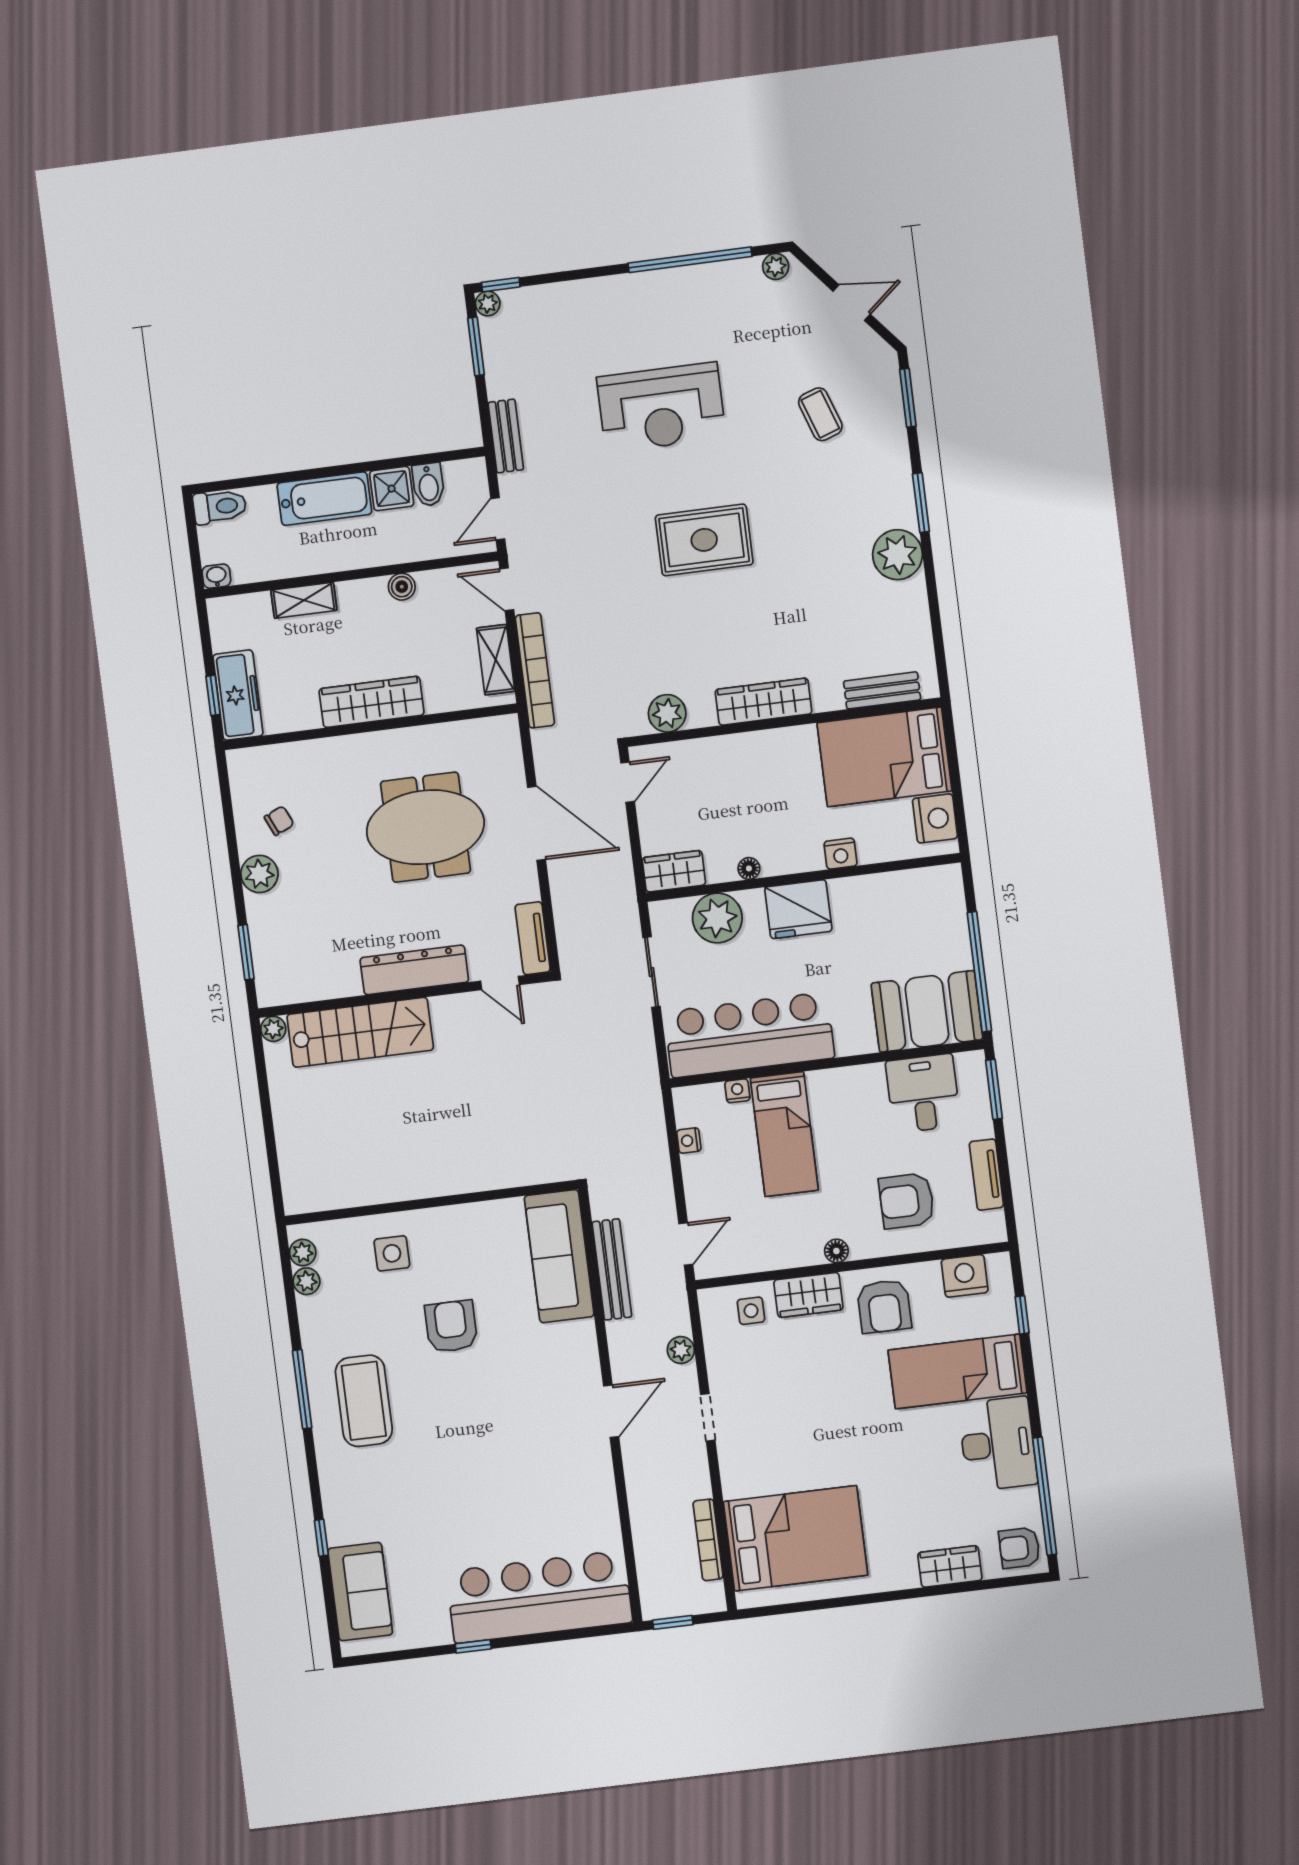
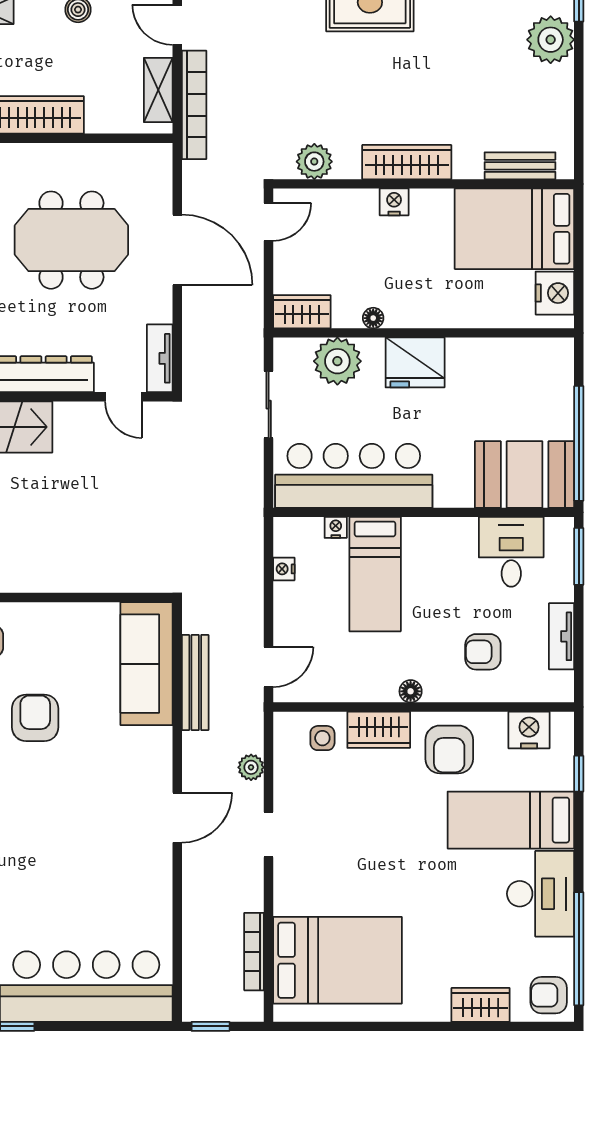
nightstand: (841, 854) -> (394, 202), moved, turned 180
armchair: (907, 1201) -> (483, 652), width x0.72, depth x0.72

